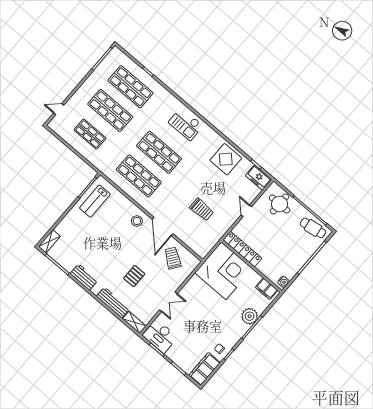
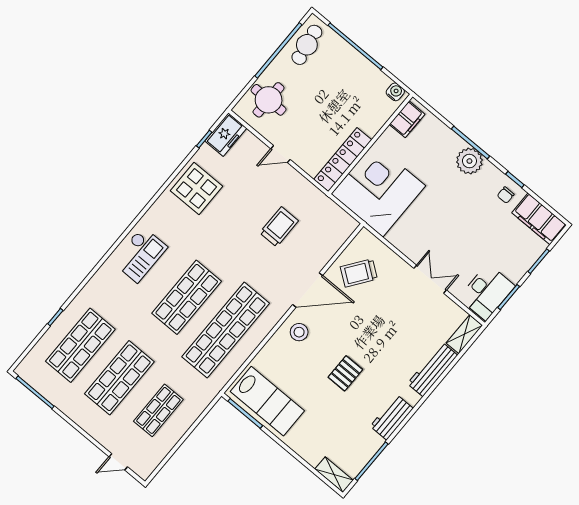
door: (59, 109) -> (118, 462), hinge flipped
shop shelf: (139, 176) -> (226, 330), width x1.40
lab bench: (95, 201) -> (267, 401), width x1.36, depth x1.39
pallet: (134, 276) -> (345, 373), moved, turned 90
plant: (250, 316) -> (469, 161), moved

